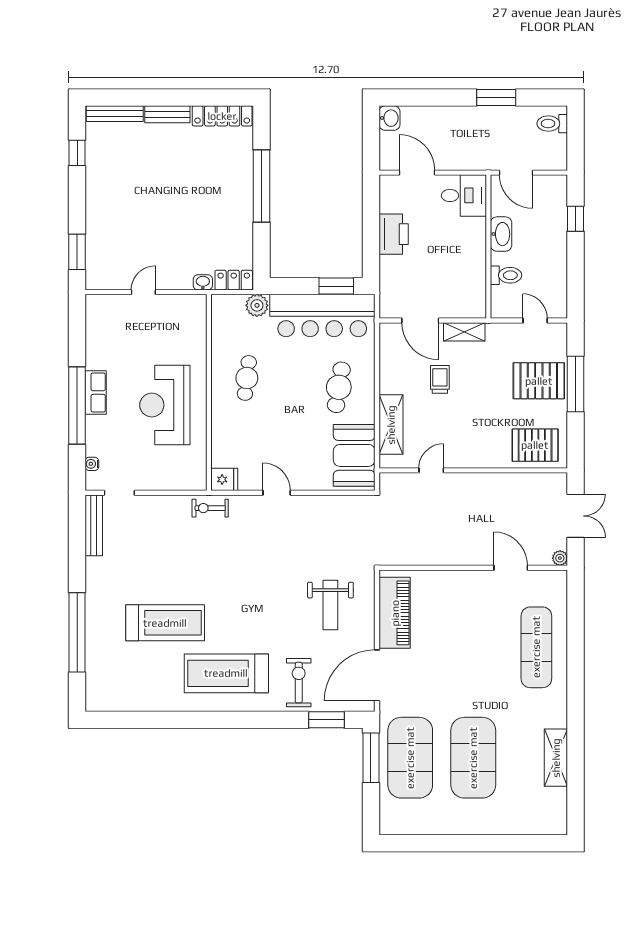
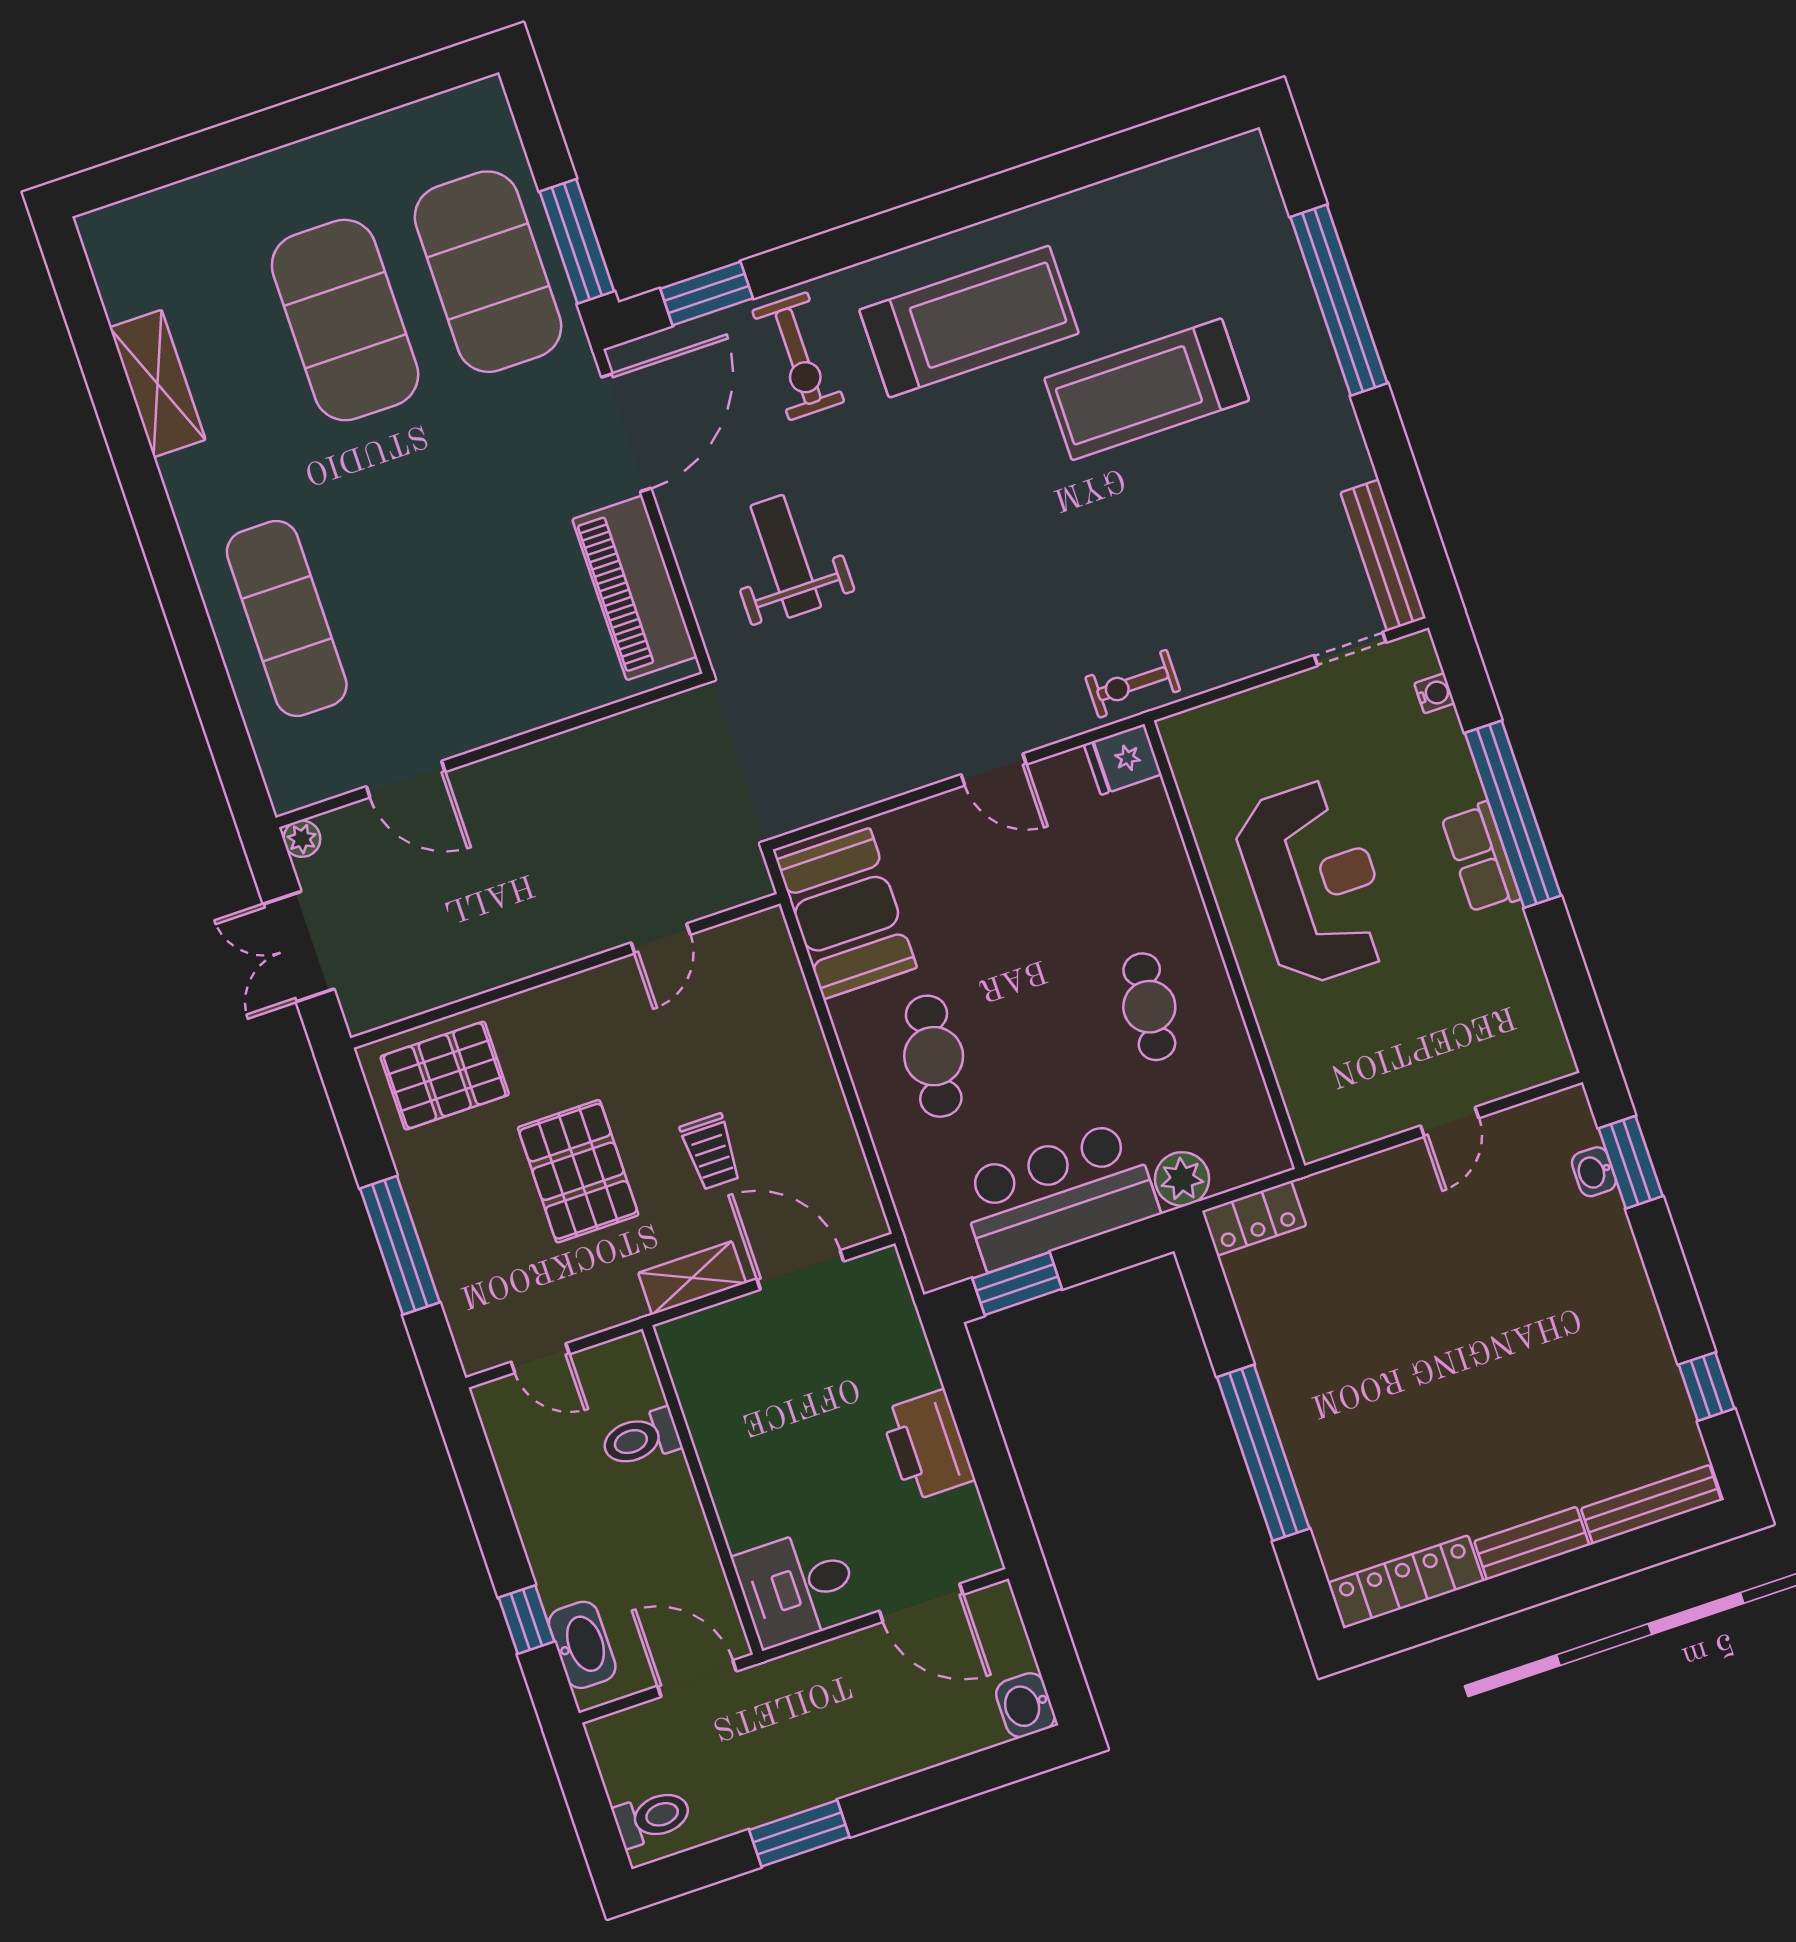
washbasin: (501, 234) -> (582, 1645), moved, turned 180
washbasin: (203, 282) -> (1594, 1172), moved, turned 90
bar counter: (322, 315) -> (1058, 1195), width x0.73
pallet: (539, 381) -> (578, 1171), moved, turned 90
shelving: (391, 425) -> (787, 1012), removed
exercise bike: (210, 508) -> (1133, 684), turned 180

